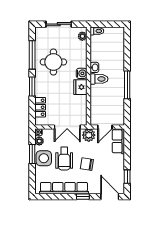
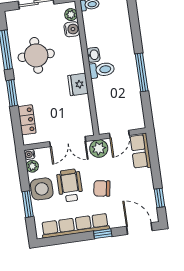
water cooler: (82, 73) -> (72, 29), moved
window: (32, 154) -> (28, 204), moved
wheelchair: (64, 159) -> (70, 185), turned 180

